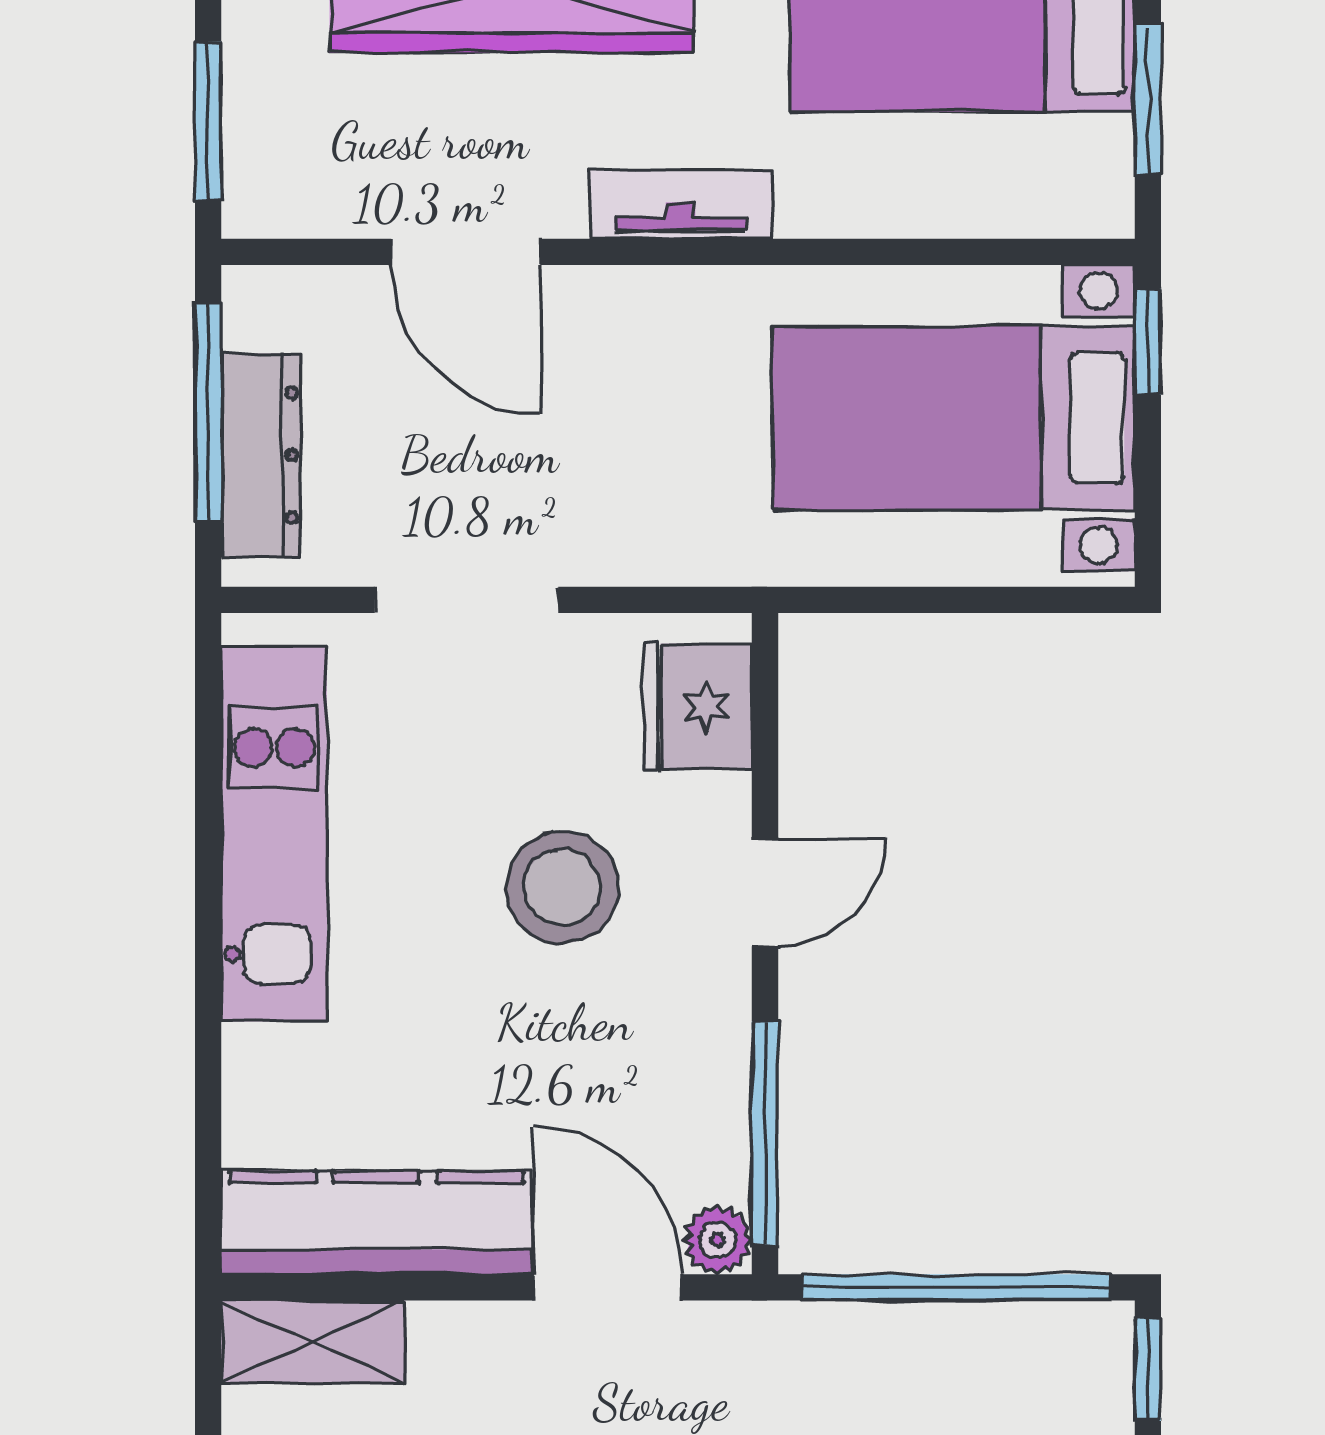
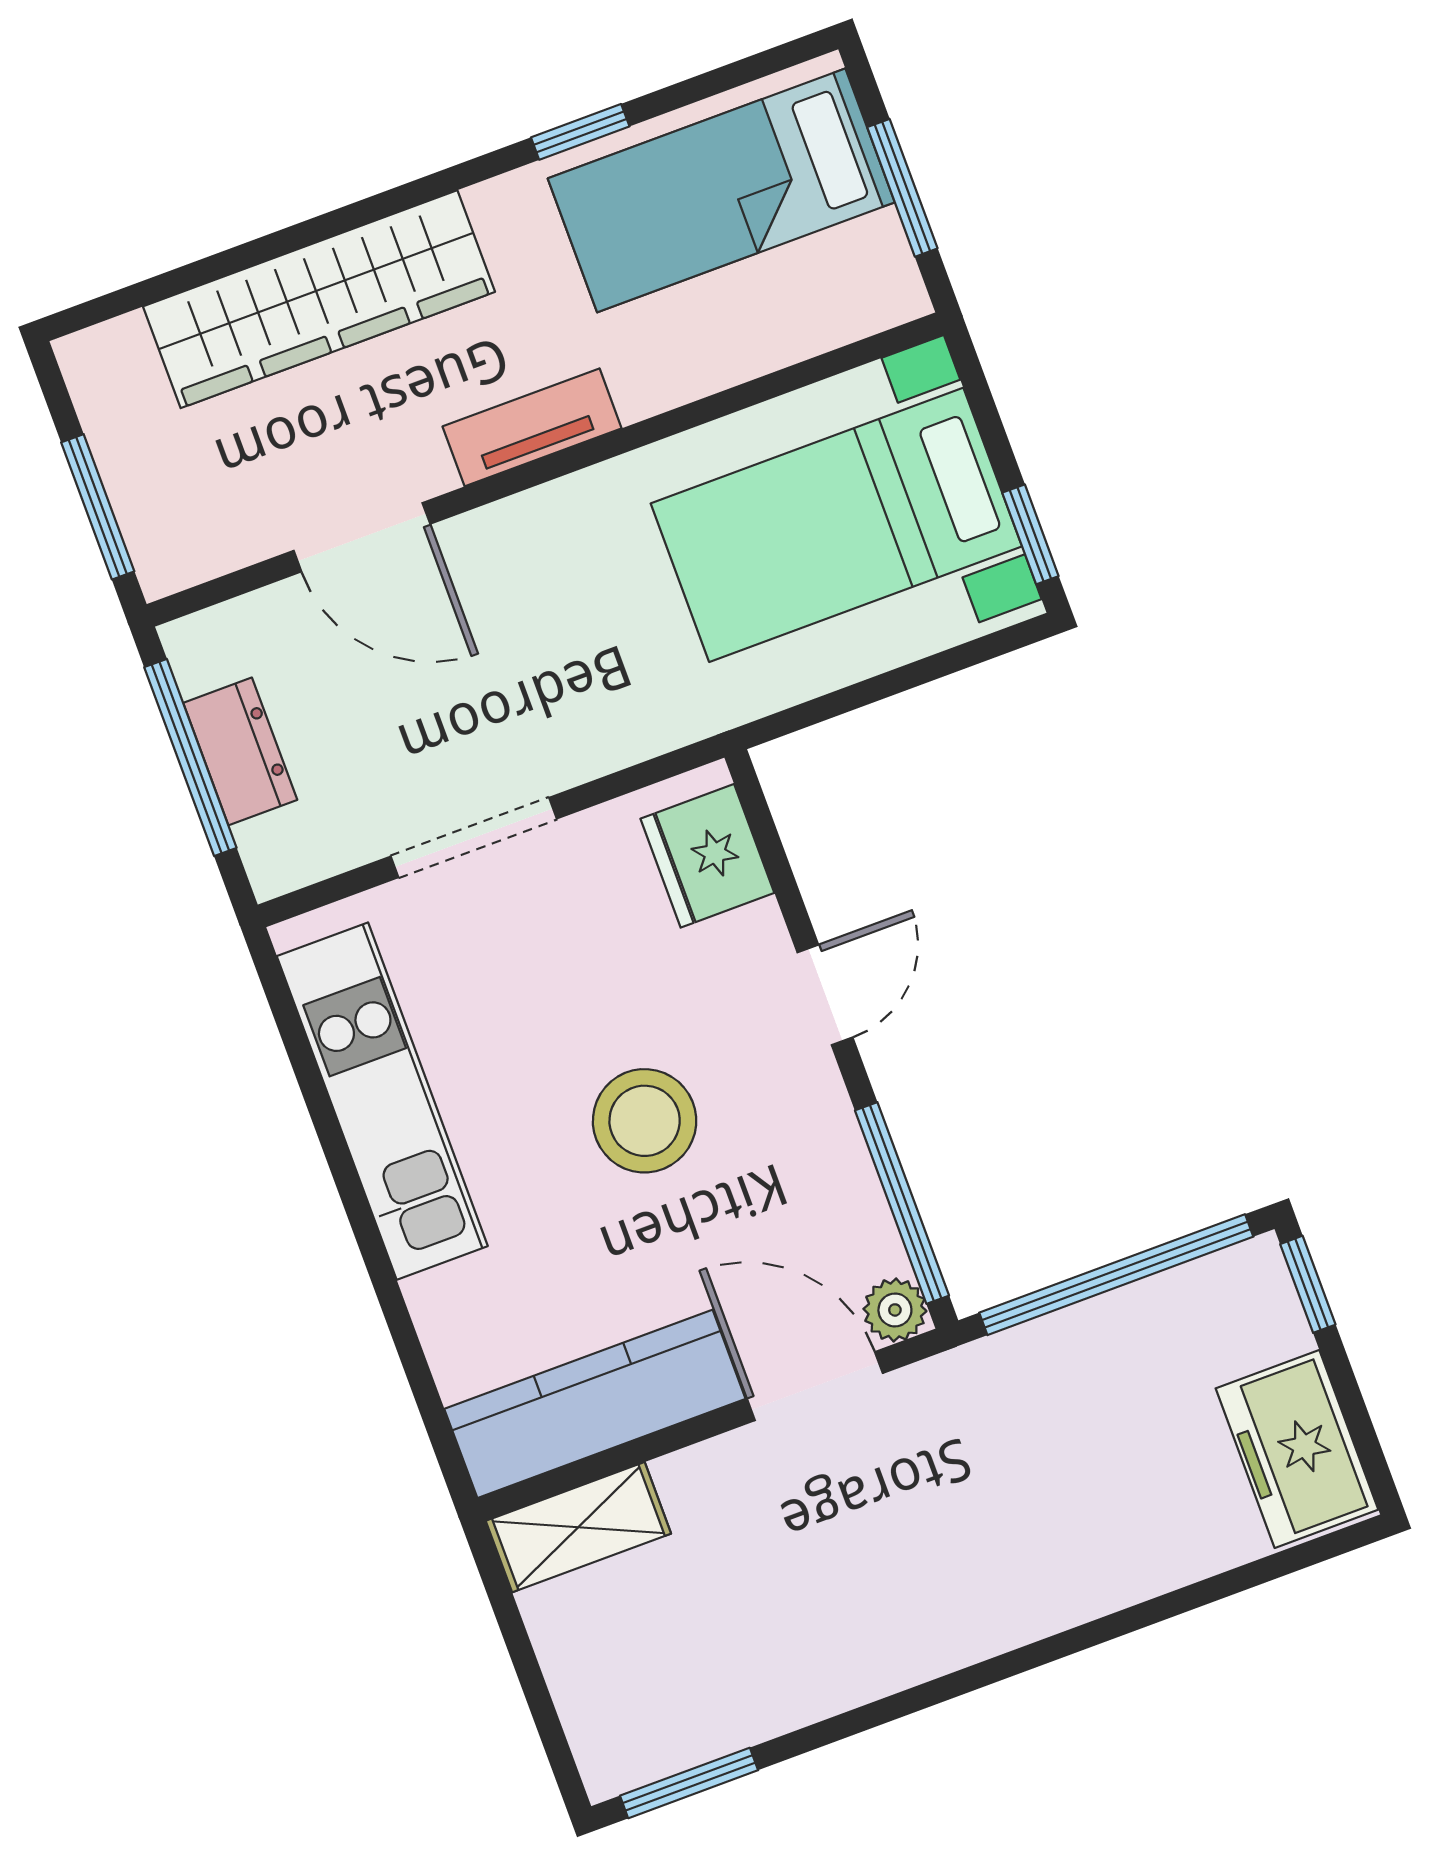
window: (1148, 342) -> (1030, 534), moved
dresser: (261, 455) -> (240, 751), width x0.70
stool: (562, 887) -> (645, 1121), moved

